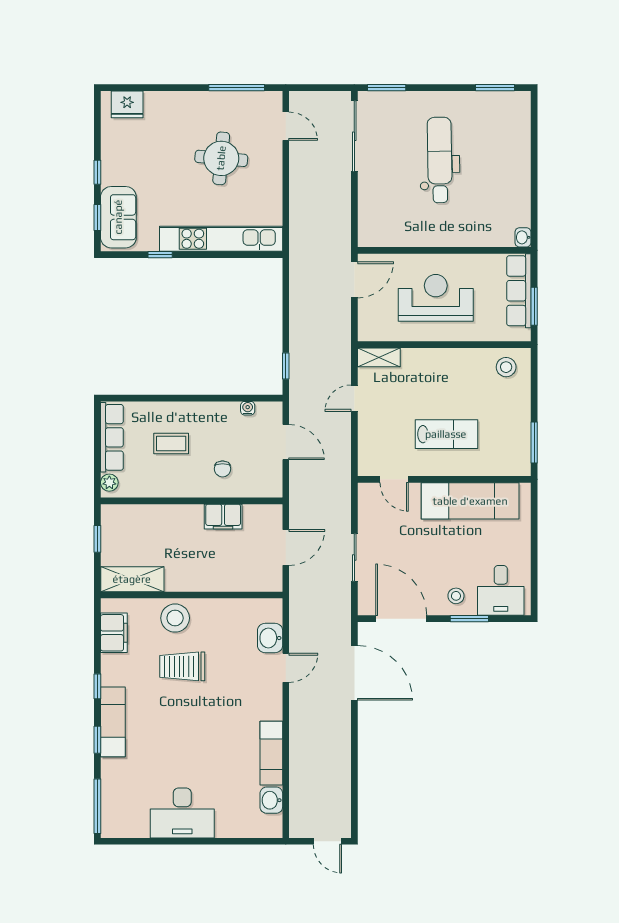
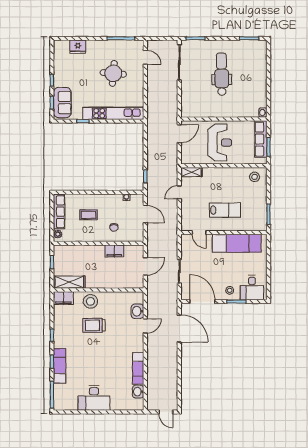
fridge: (127, 104) -> (78, 47), moved
reception desk: (436, 298) -> (220, 143), turned 90
filing cabinet: (114, 633) -> (63, 298), moved, turned 90
exam couch: (113, 722) -> (60, 366), moved

